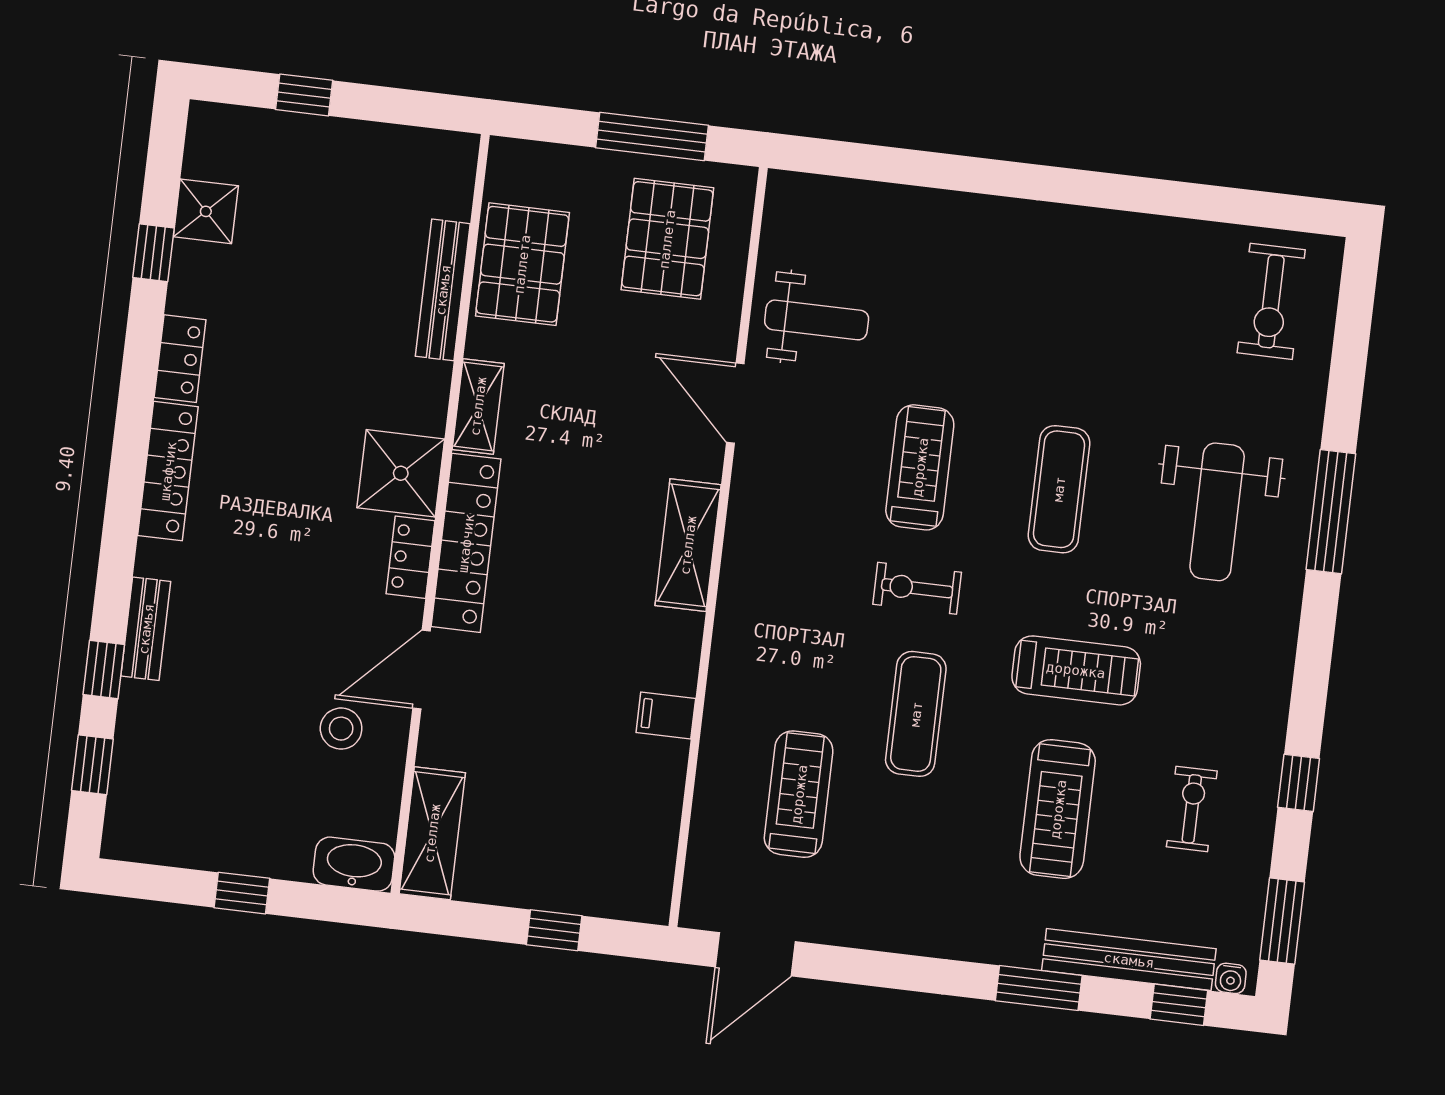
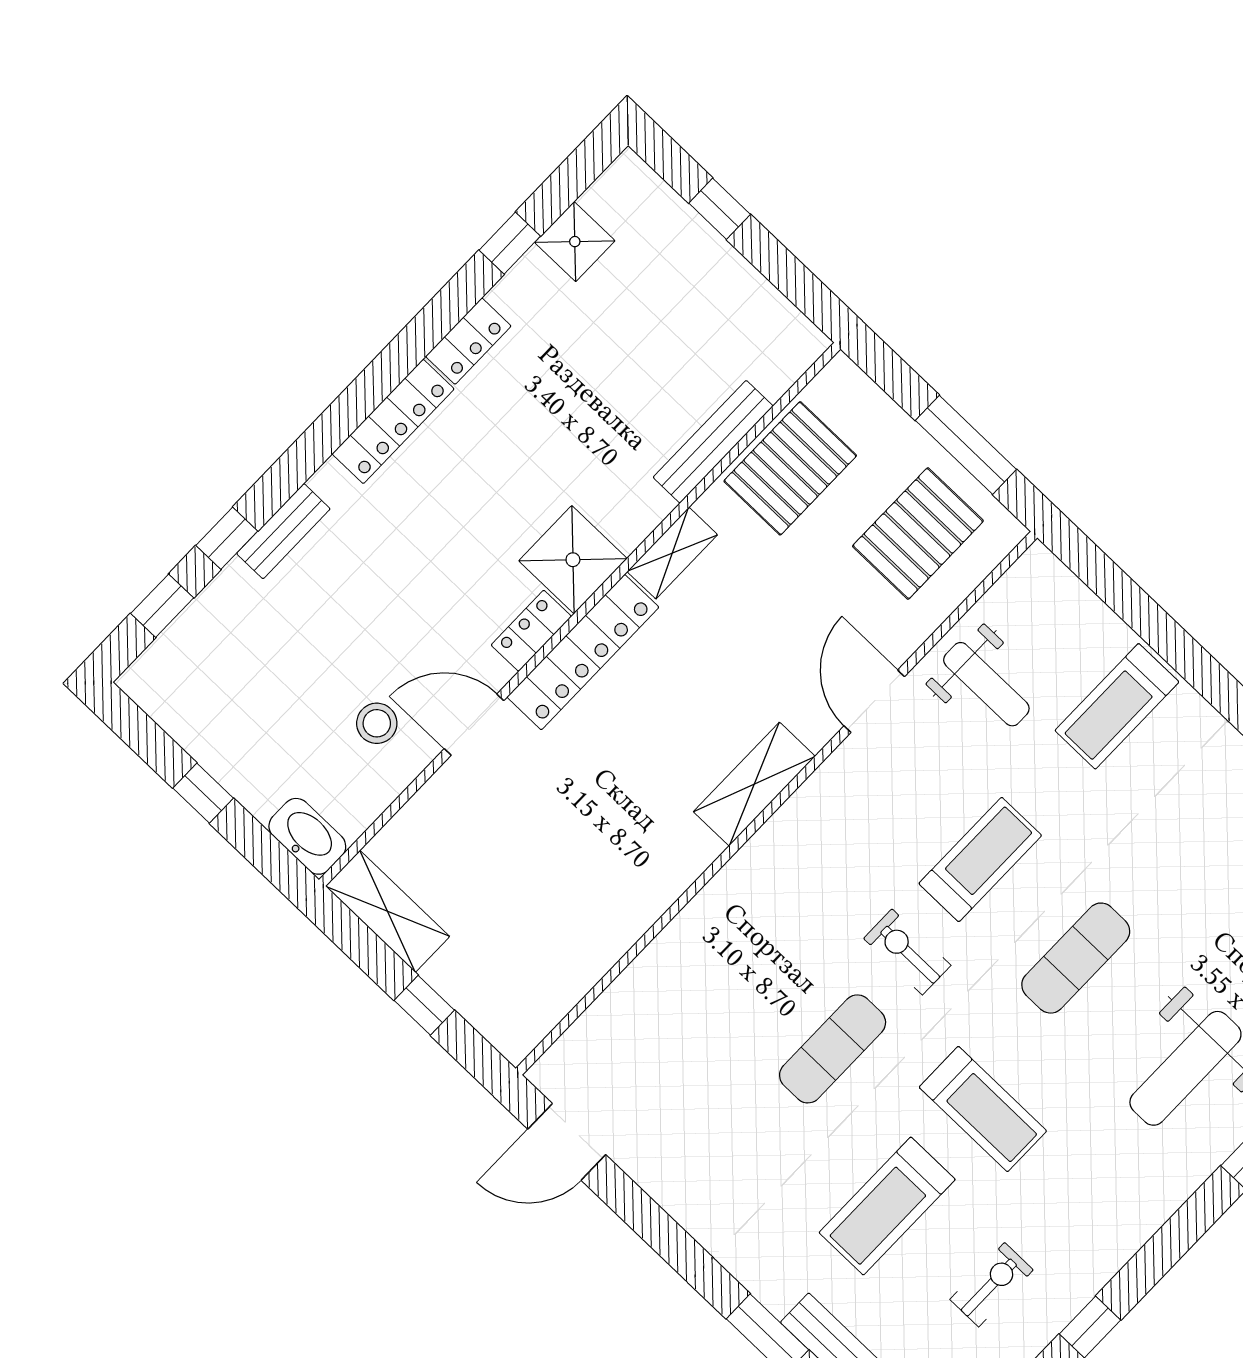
filing cabinet: (666, 715) -> (637, 904), removed
treadmill: (799, 794) -> (1117, 706), moved, turned 180
shelving: (432, 833) -> (387, 911), moved, turned 90

